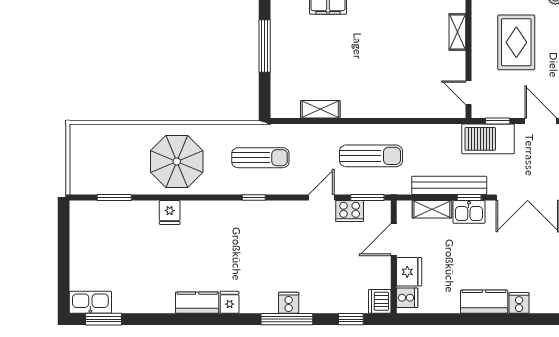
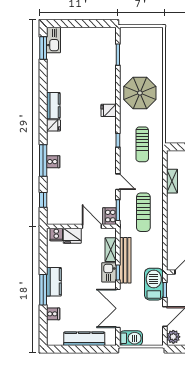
cooker: (350, 211) -> (109, 216), moved
fridge: (170, 213) -> (109, 110), moved
dishwasher: (380, 301) -> (54, 218), removed
cooker: (519, 303) -> (53, 314), moved
window: (497, 319) -> (43, 290), added

